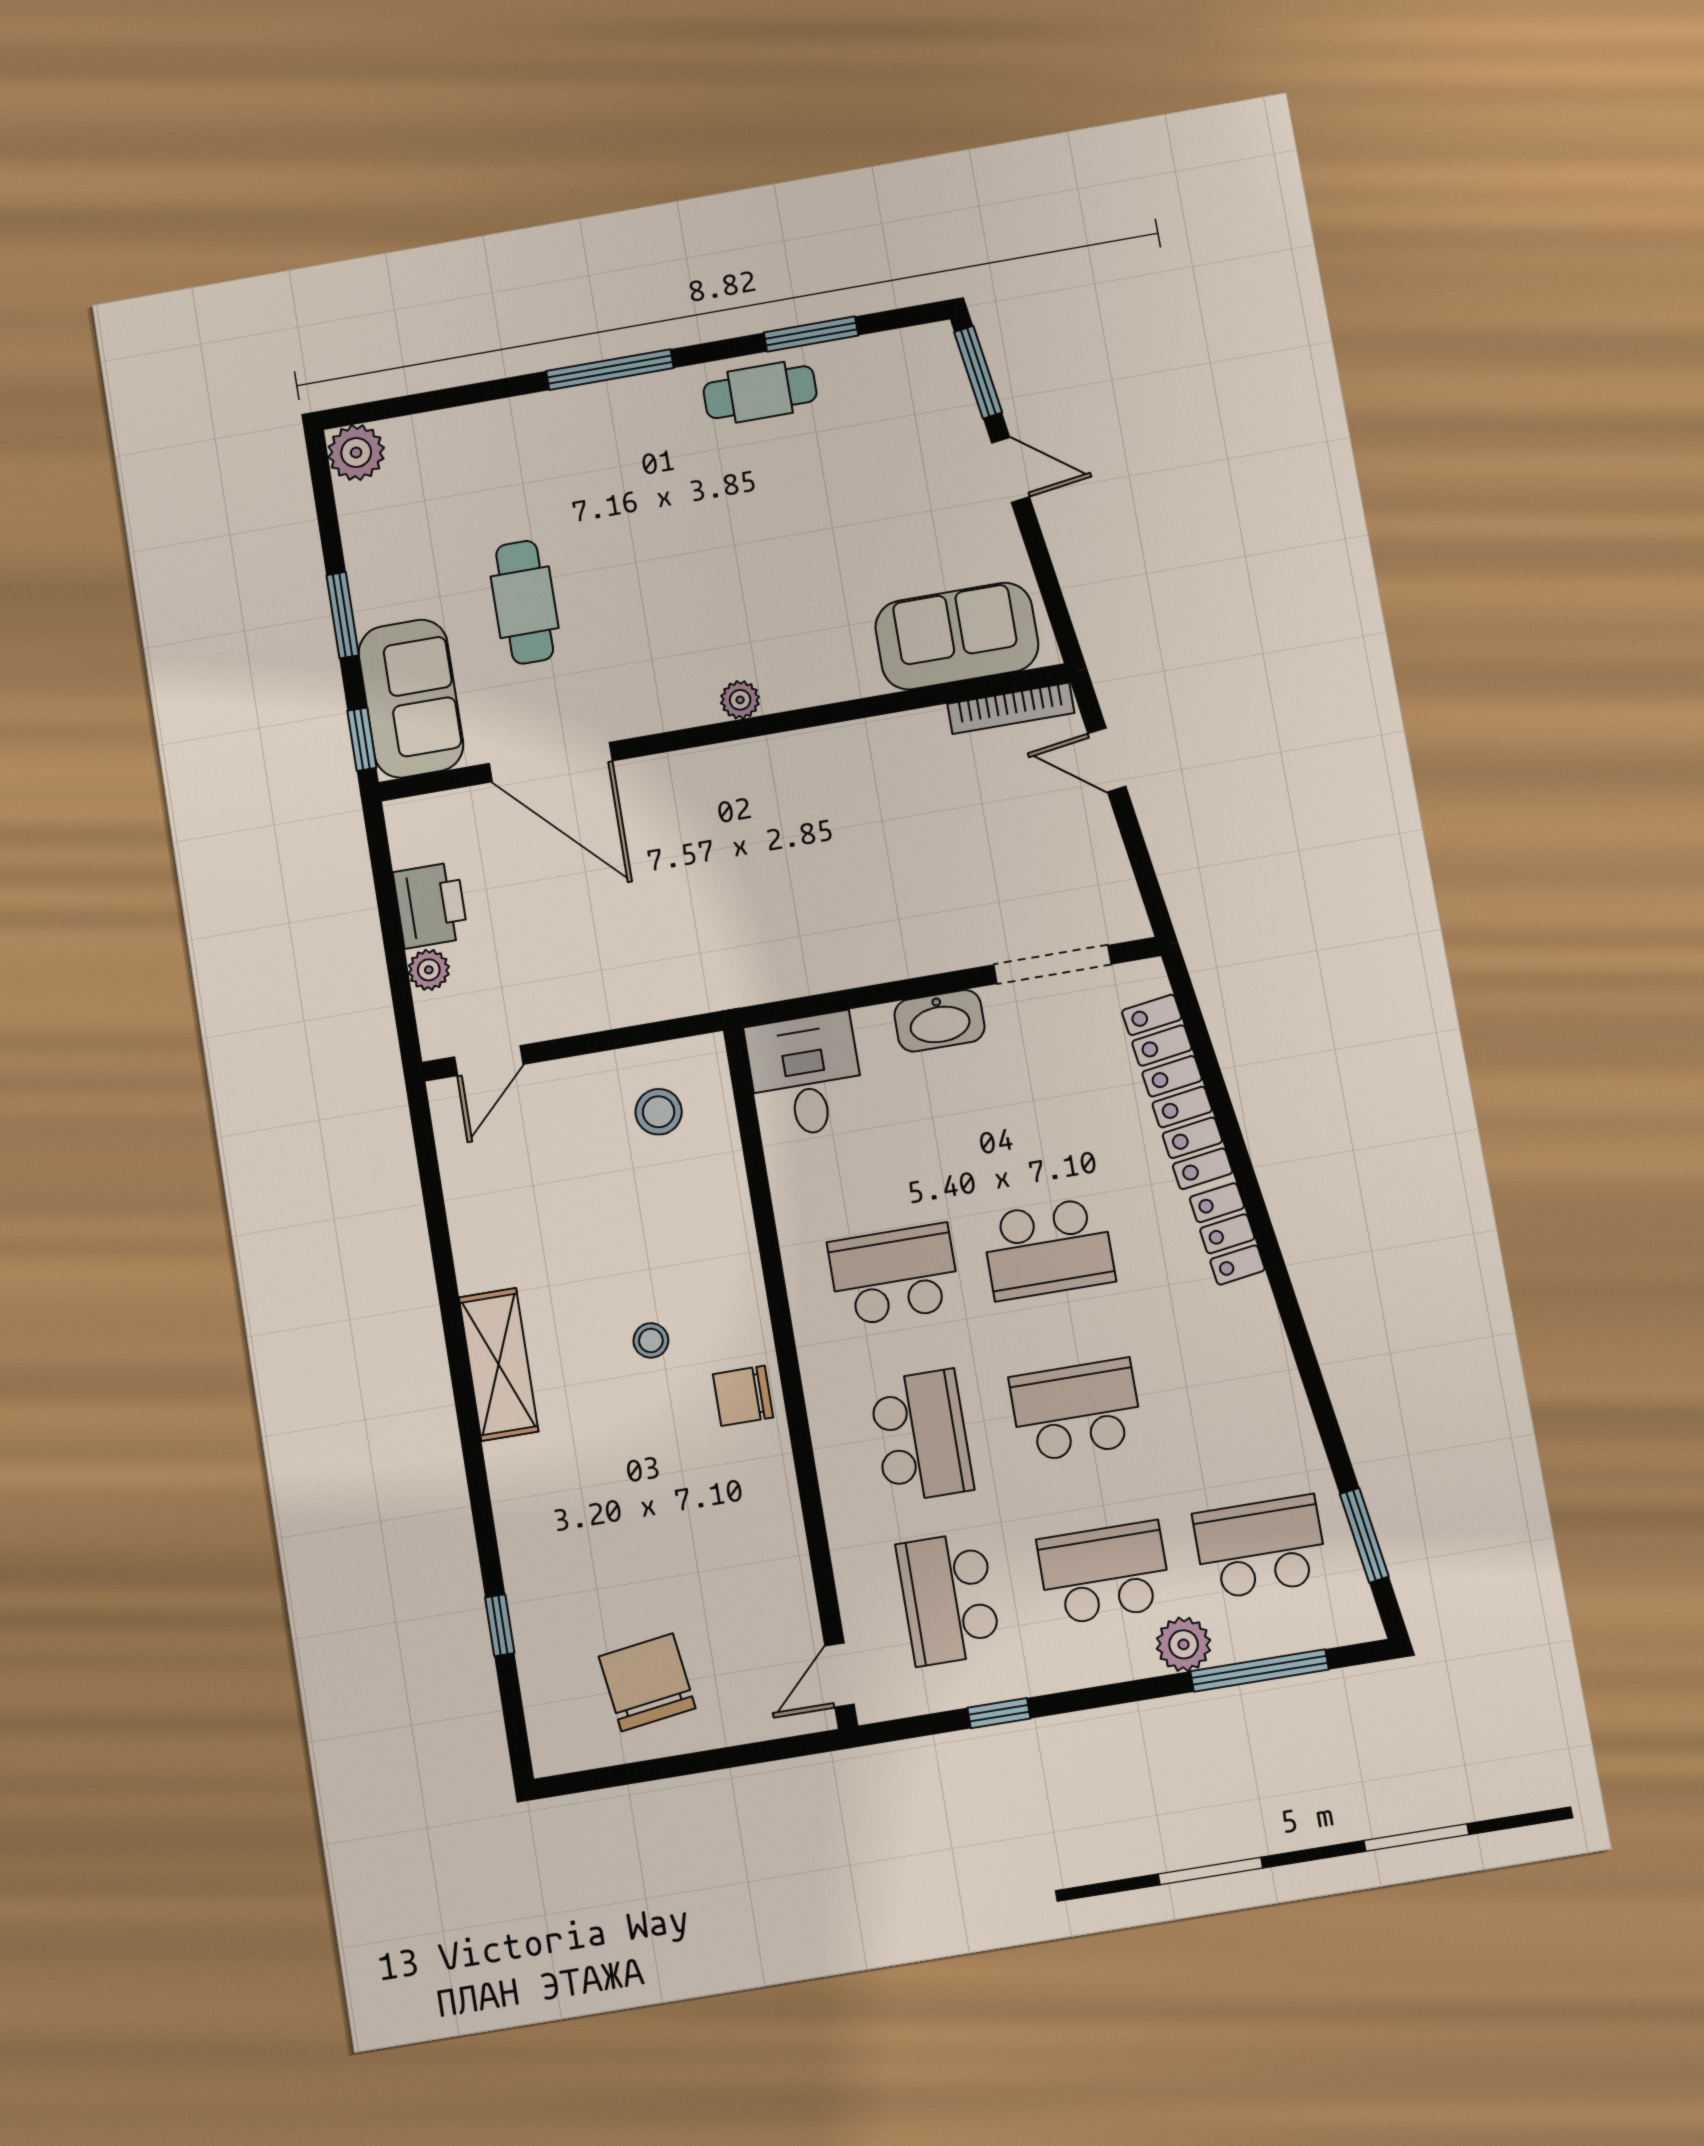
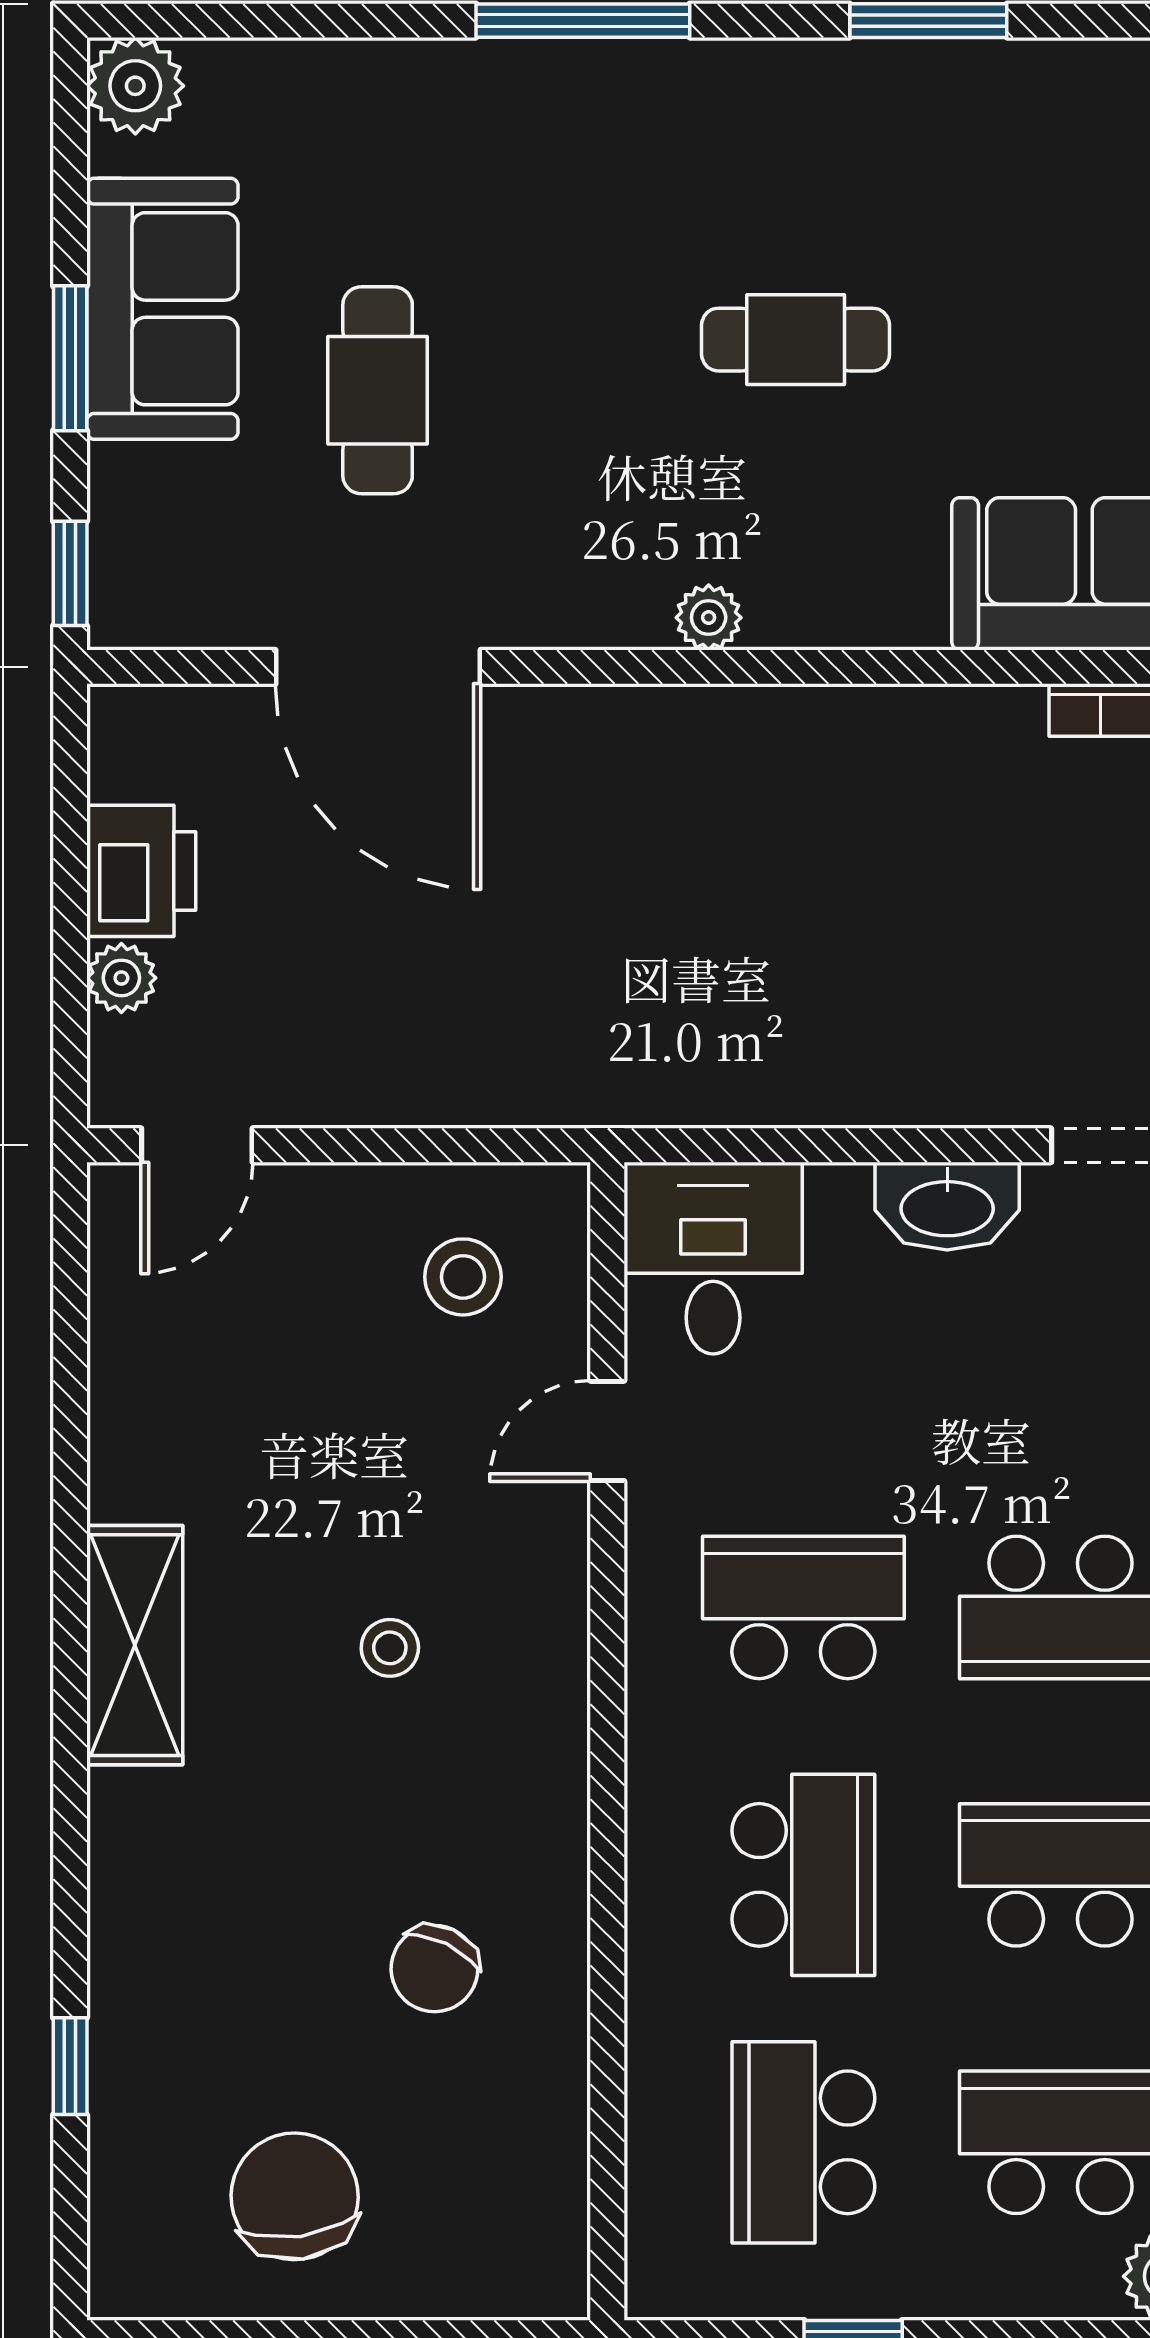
cafe table: (760, 392) -> (796, 340), moved
sofa: (411, 699) -> (162, 309), moved
chair: (743, 1396) -> (434, 1969), moved, turned -64
door: (839, 1675) -> (607, 1431), moved

